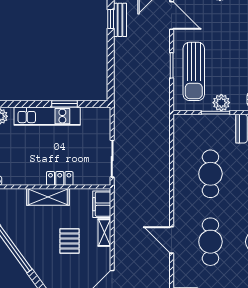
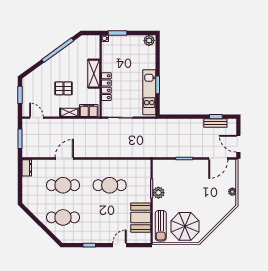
sun lounger: (194, 71) -> (180, 174), removed
kitchen unit: (47, 116) -> (149, 92), moved
locker: (60, 178) -> (106, 87), width x1.53

